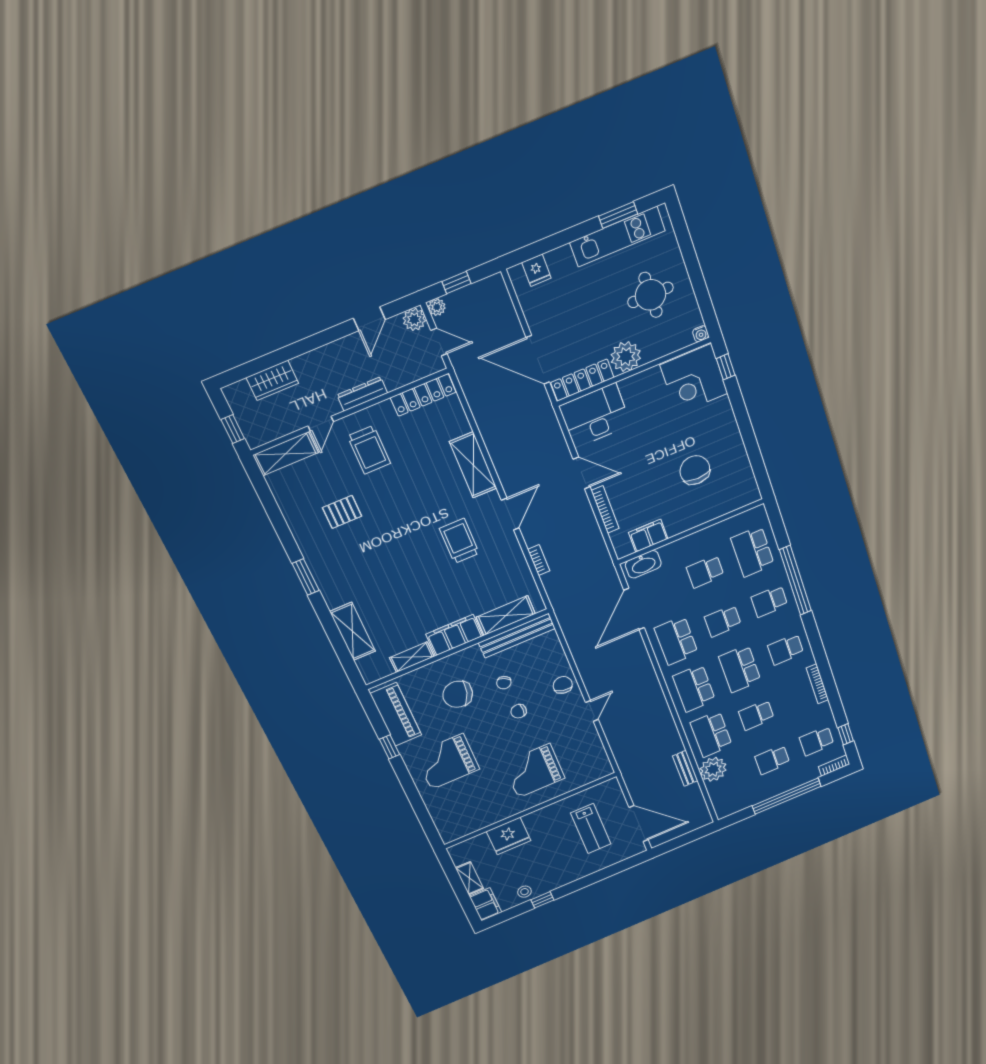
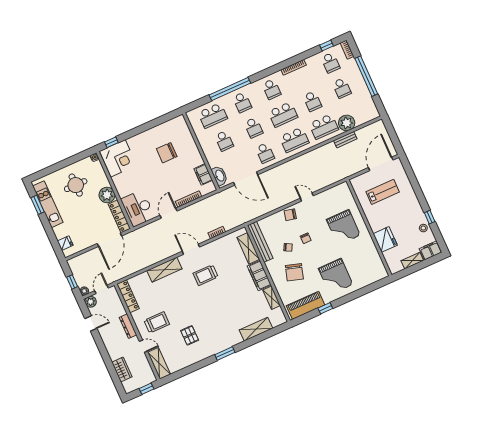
school desk: (676, 641) -> (265, 153), width x0.54

